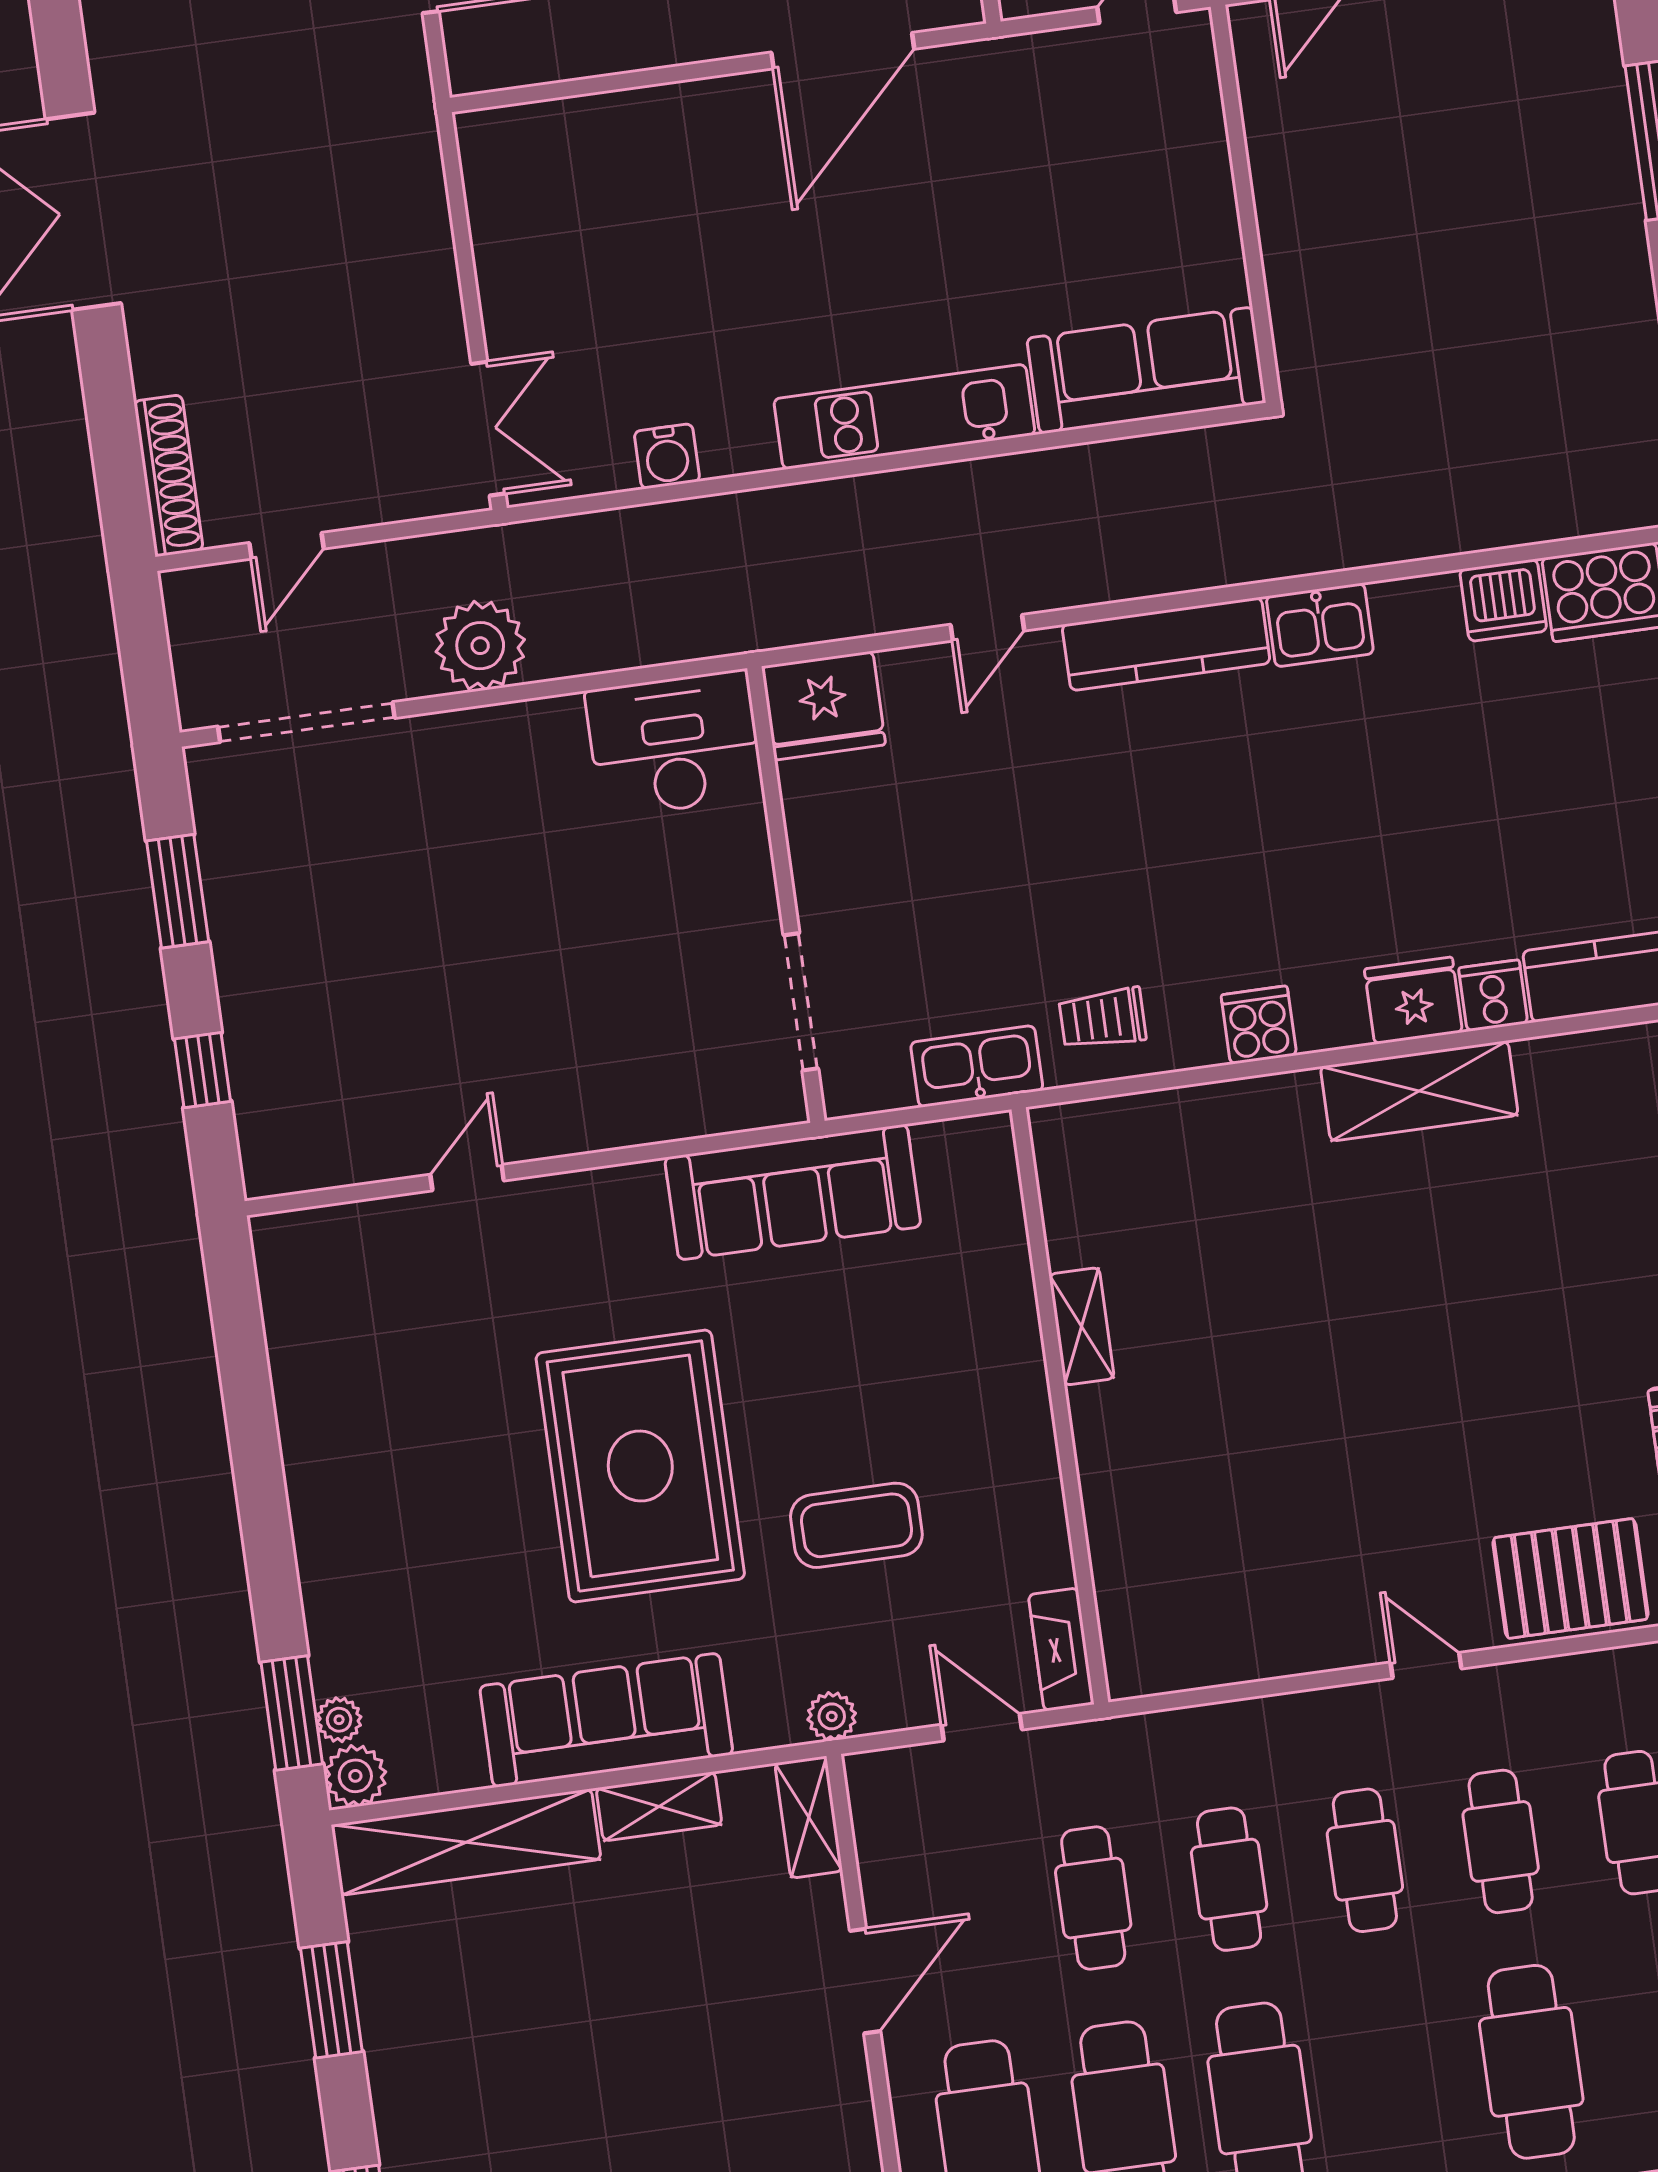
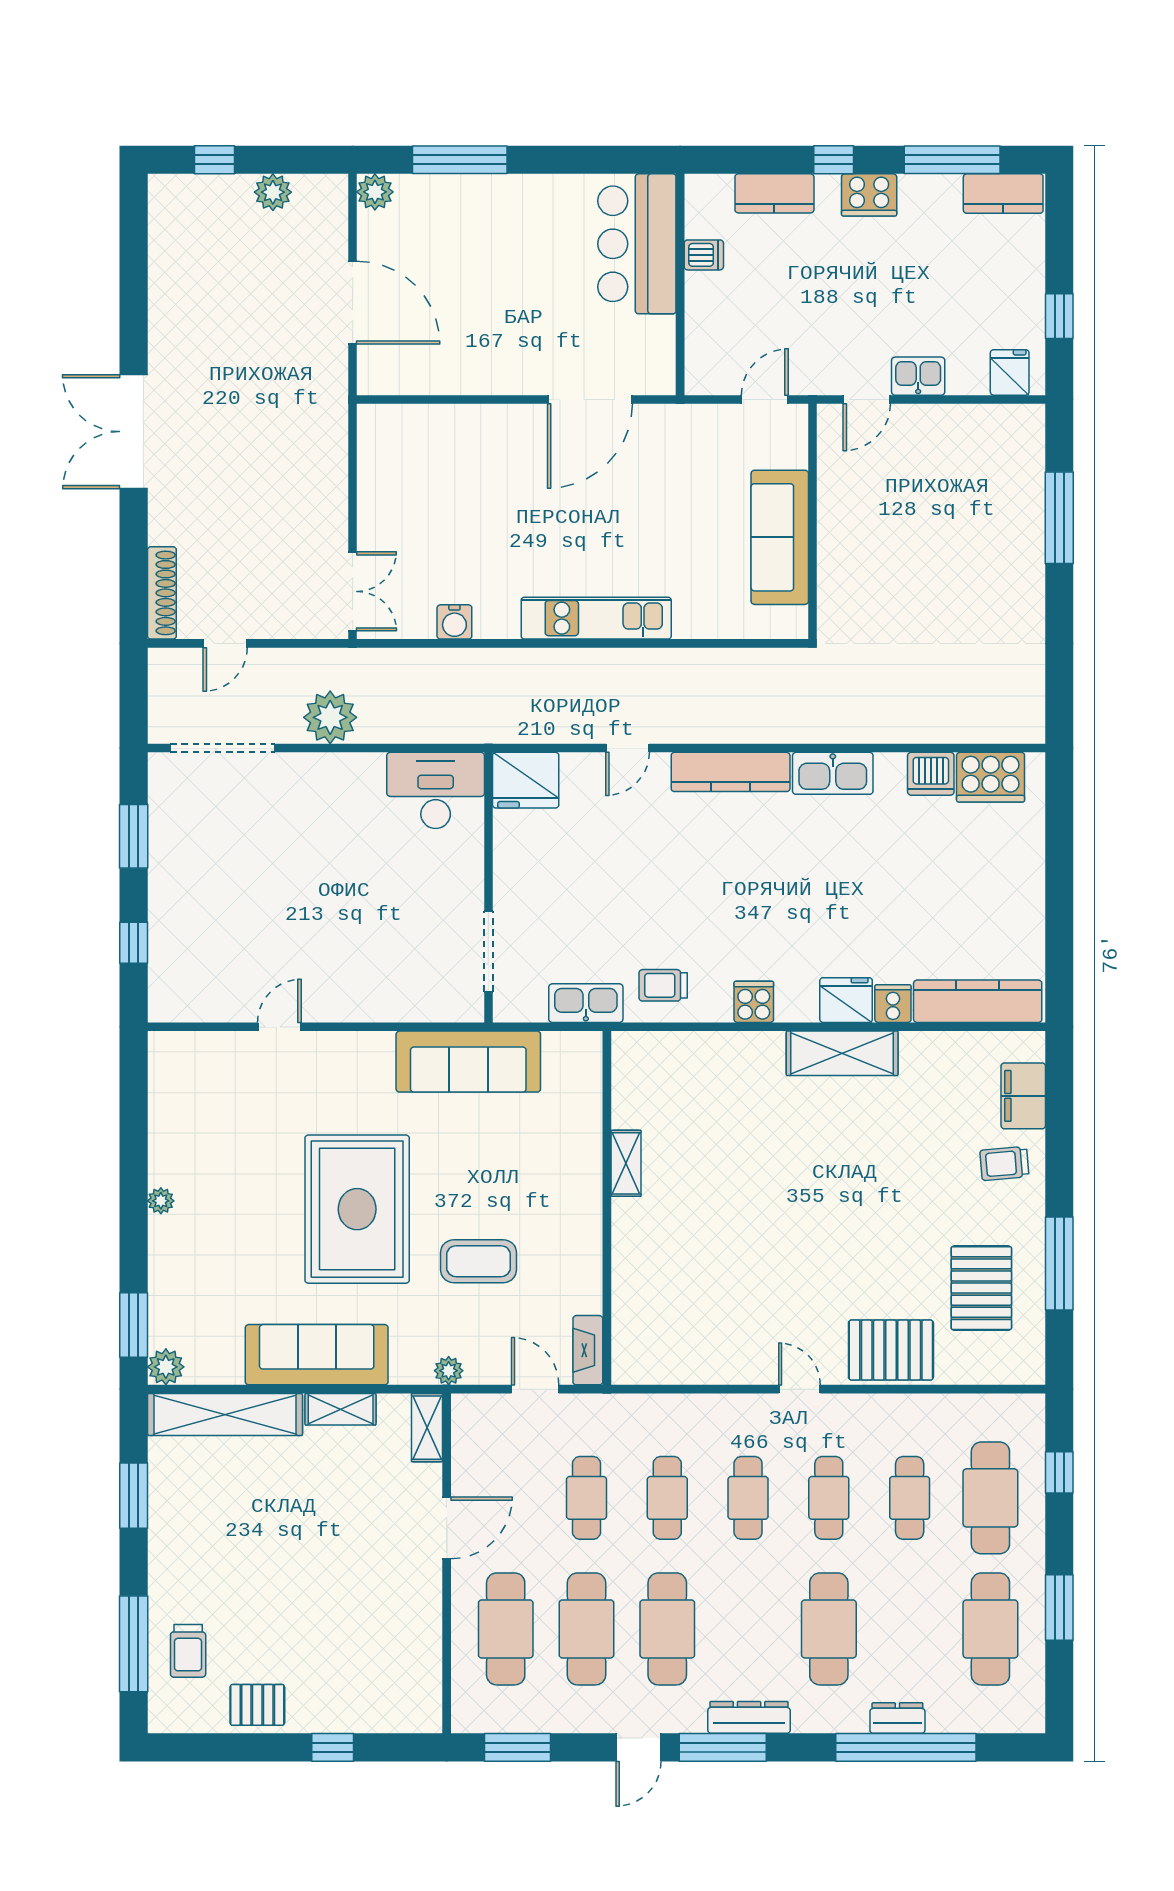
sofa: (1146, 370) -> (780, 537), moved, turned -90
kitchen sink: (1320, 625) -> (833, 773), width x1.38
plant: (339, 1720) -> (161, 1201), moved

